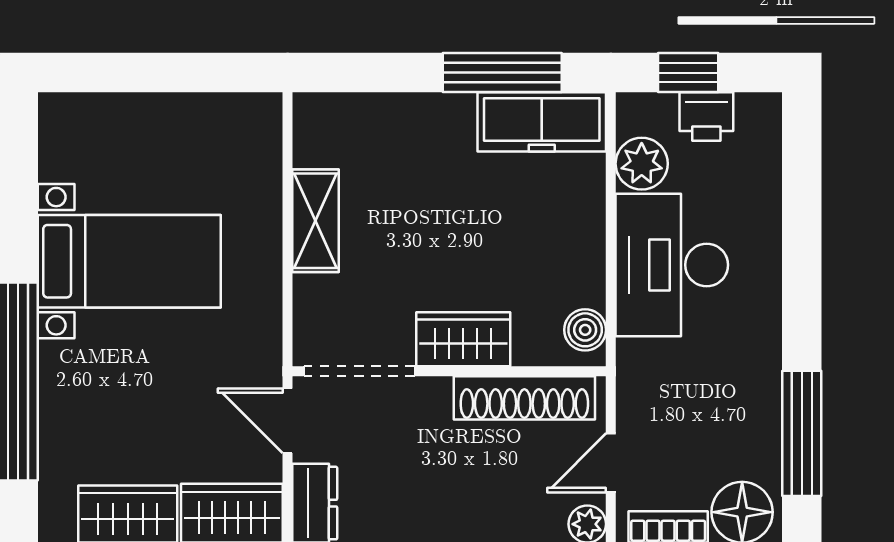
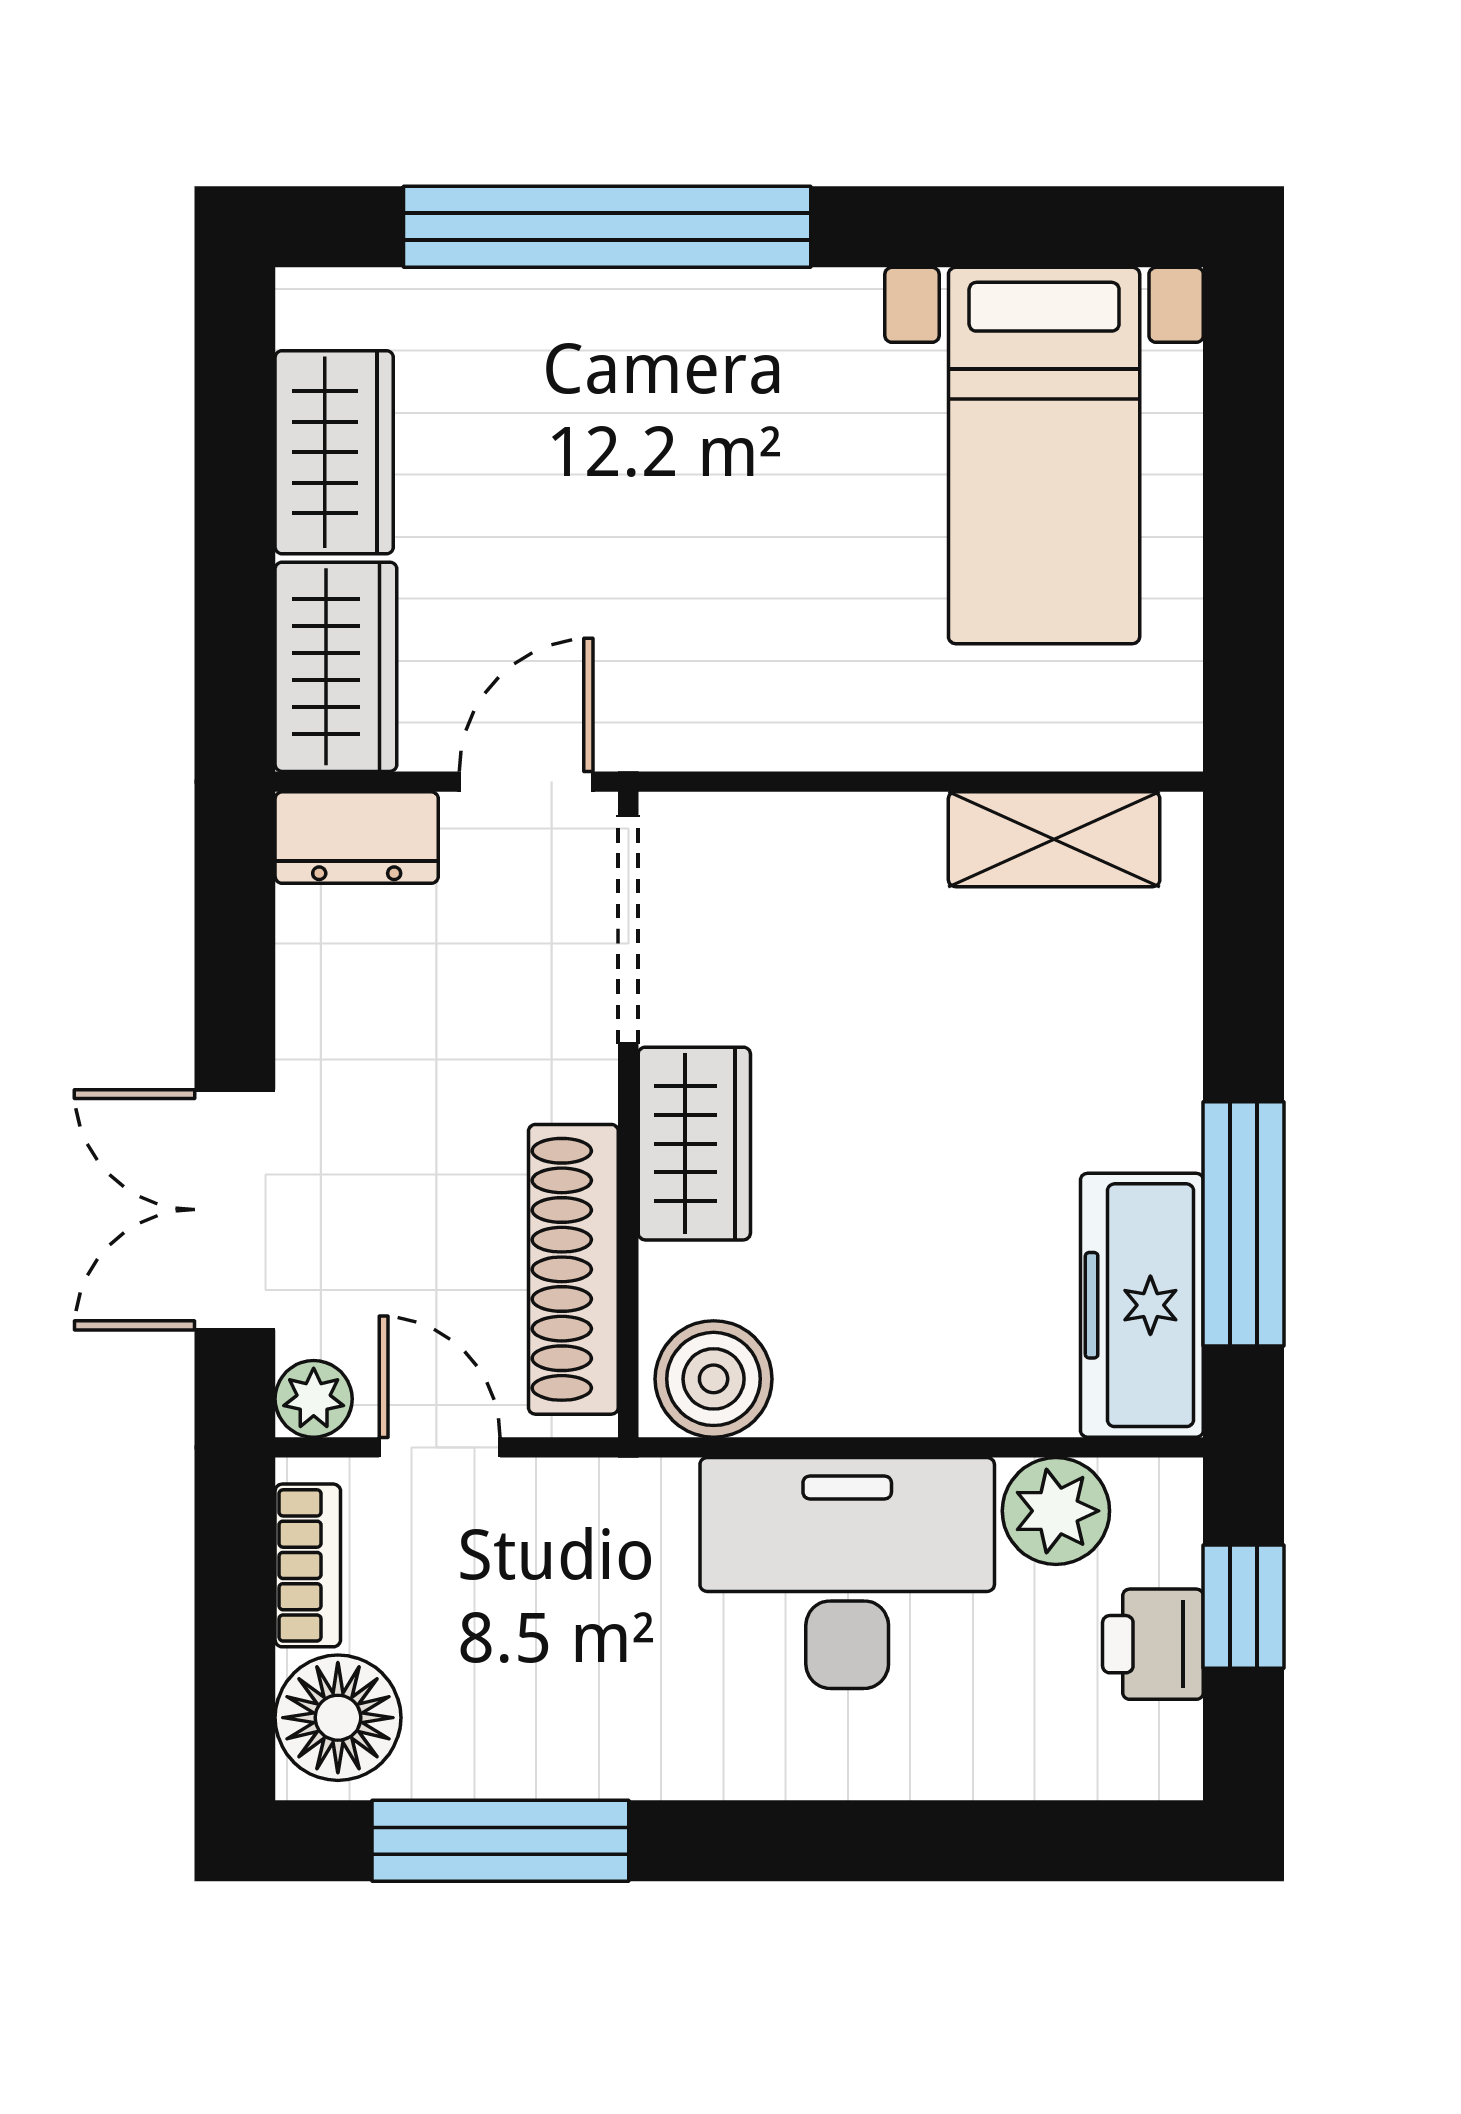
shelving: (316, 221) -> (1054, 839), moved
bed with nightstands: (129, 261) -> (1044, 455), moved
boiler: (585, 330) -> (714, 1379), width x1.36, depth x1.36

